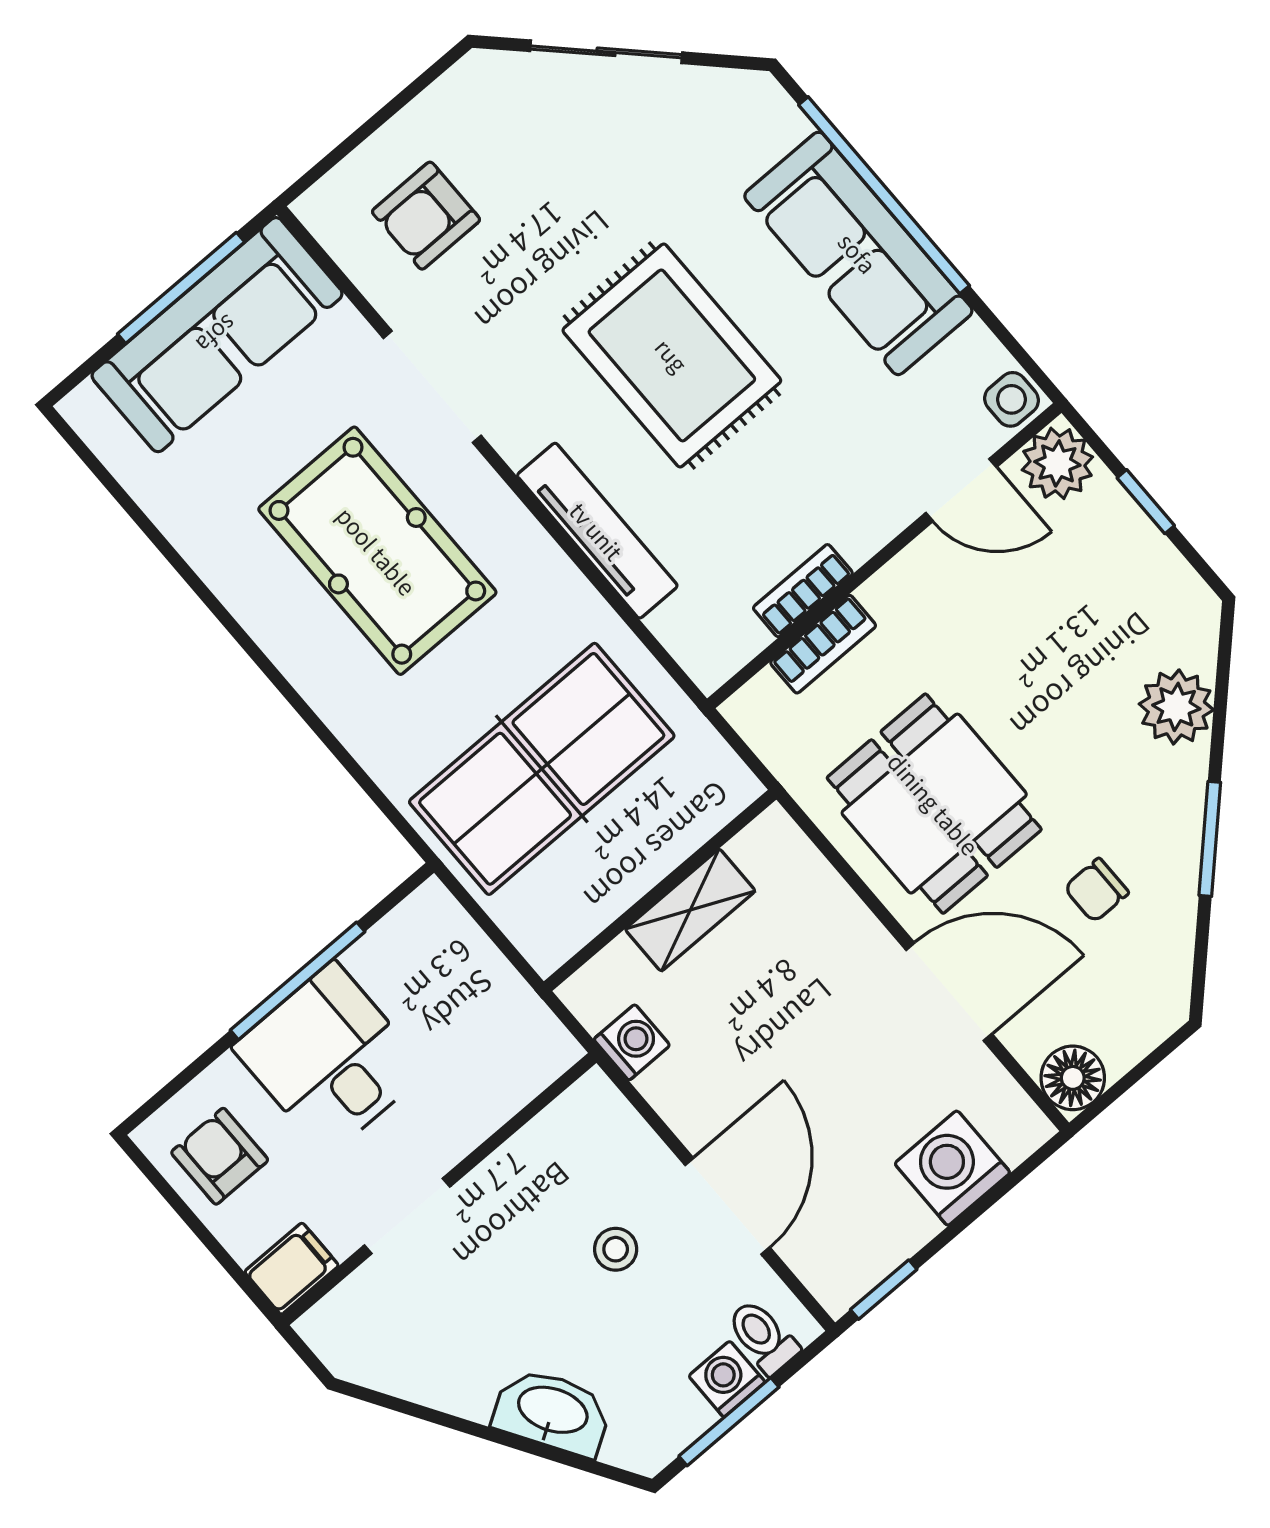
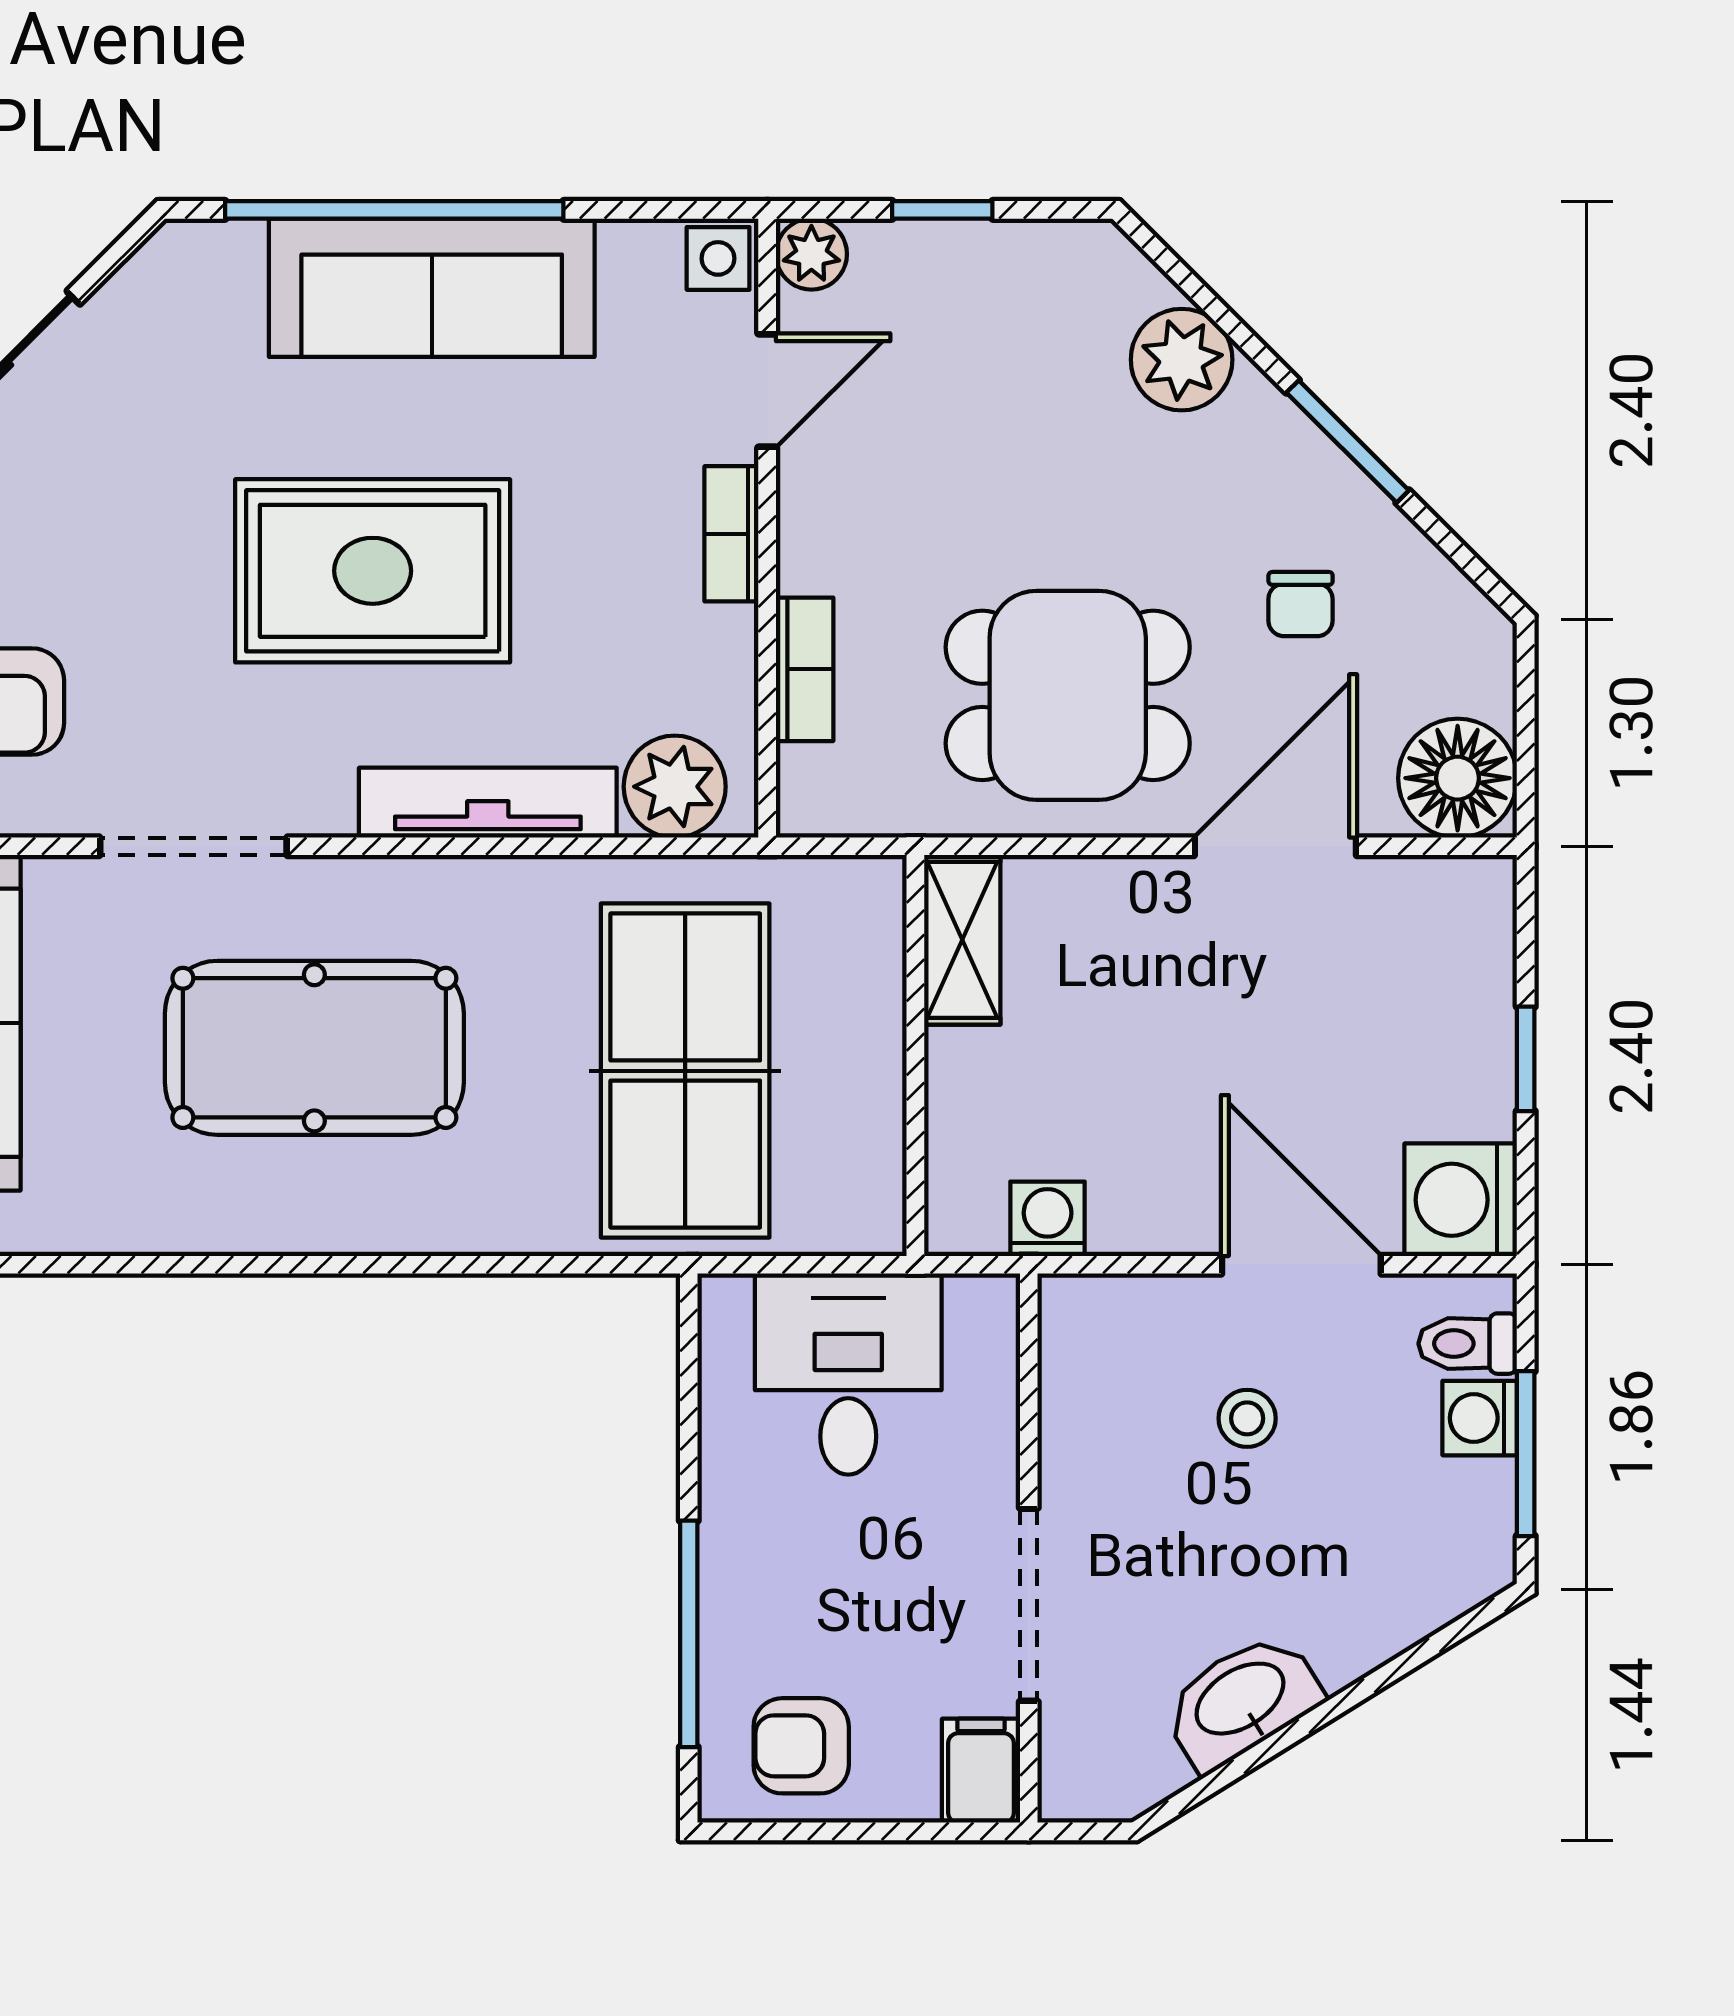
plant: (1057, 463) -> (811, 254), width x0.73, depth x0.73
bookcase: (803, 591) -> (731, 534), moved
plant: (696, 627) -> (675, 787), added
shelving: (690, 910) -> (962, 940), moved
window: (298, 981) -> (689, 1634), moved
desk: (330, 1059) -> (848, 1374), moved, turned 90
floor lamp: (1073, 1078) -> (1458, 778), width x1.38, depth x1.38
washing machine: (952, 1168) -> (1461, 1200), moved
doorway: (407, 1216) -> (1029, 1605), width x1.38
window: (884, 1290) -> (1526, 1059), moved
washbasin: (552, 1412) -> (1241, 1701), moved

